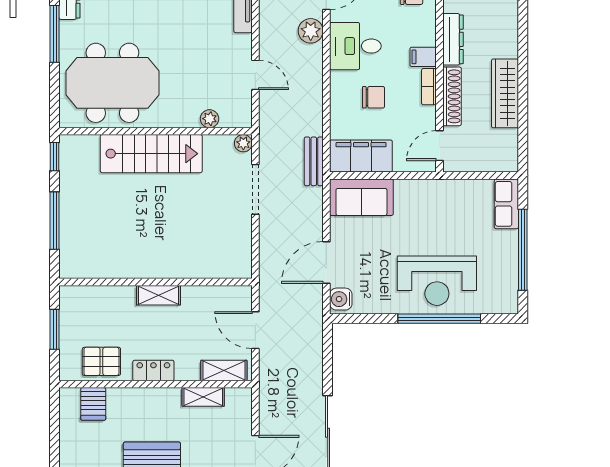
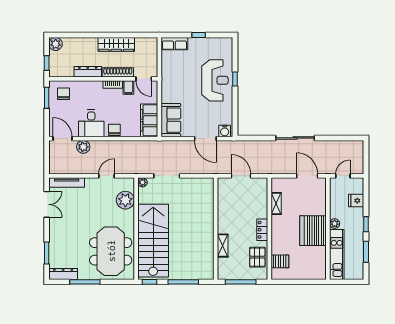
filing cabinet: (423, 57) -> (128, 88), moved
chair: (373, 97) -> (114, 130), moved
plant: (210, 119) -> (125, 200), width x1.87, depth x1.87
stairs: (151, 154) -> (153, 241), width x1.36, depth x1.51
bench: (314, 161) -> (152, 145), removed
window: (523, 250) -> (199, 35), width x0.32
shelving: (158, 295) -> (223, 246), moved
window: (439, 319) -> (235, 79), width x0.32
window: (55, 329) -> (241, 282), width x1.44
door: (255, 330) -> (241, 176), swing flipped
shelving: (224, 370) -> (262, 193), removed

